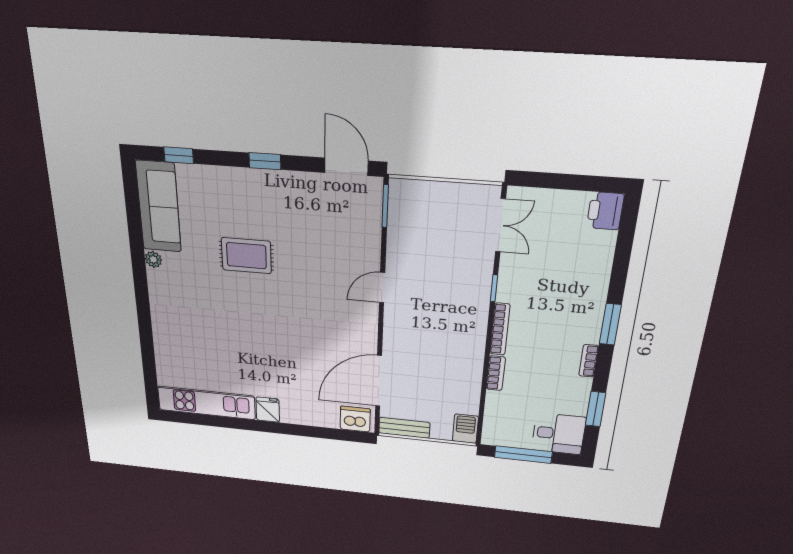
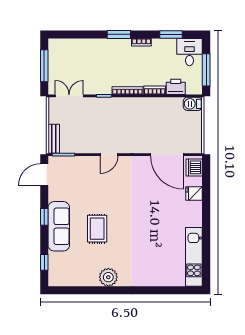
window: (568, 182) -> (44, 66), added
sofa: (159, 207) -> (59, 226), moved, turned 90
printer: (605, 211) -> (176, 87), moved, turned 180
plant: (153, 259) -> (108, 277), width x1.87, depth x1.87
door: (382, 288) -> (109, 155), hinge flipped
fridge: (268, 410) -> (194, 194), moved
bench: (404, 428) -> (54, 139), moved

